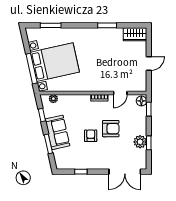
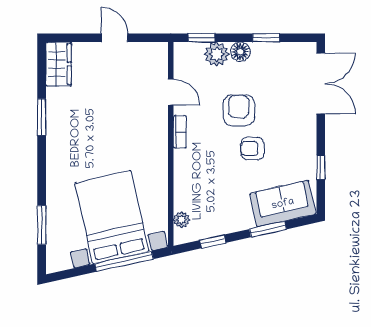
floor lamp: (141, 101) -> (240, 52), moved
sofa: (57, 132) -> (283, 204), moved
plant: (140, 142) -> (217, 54), moved

